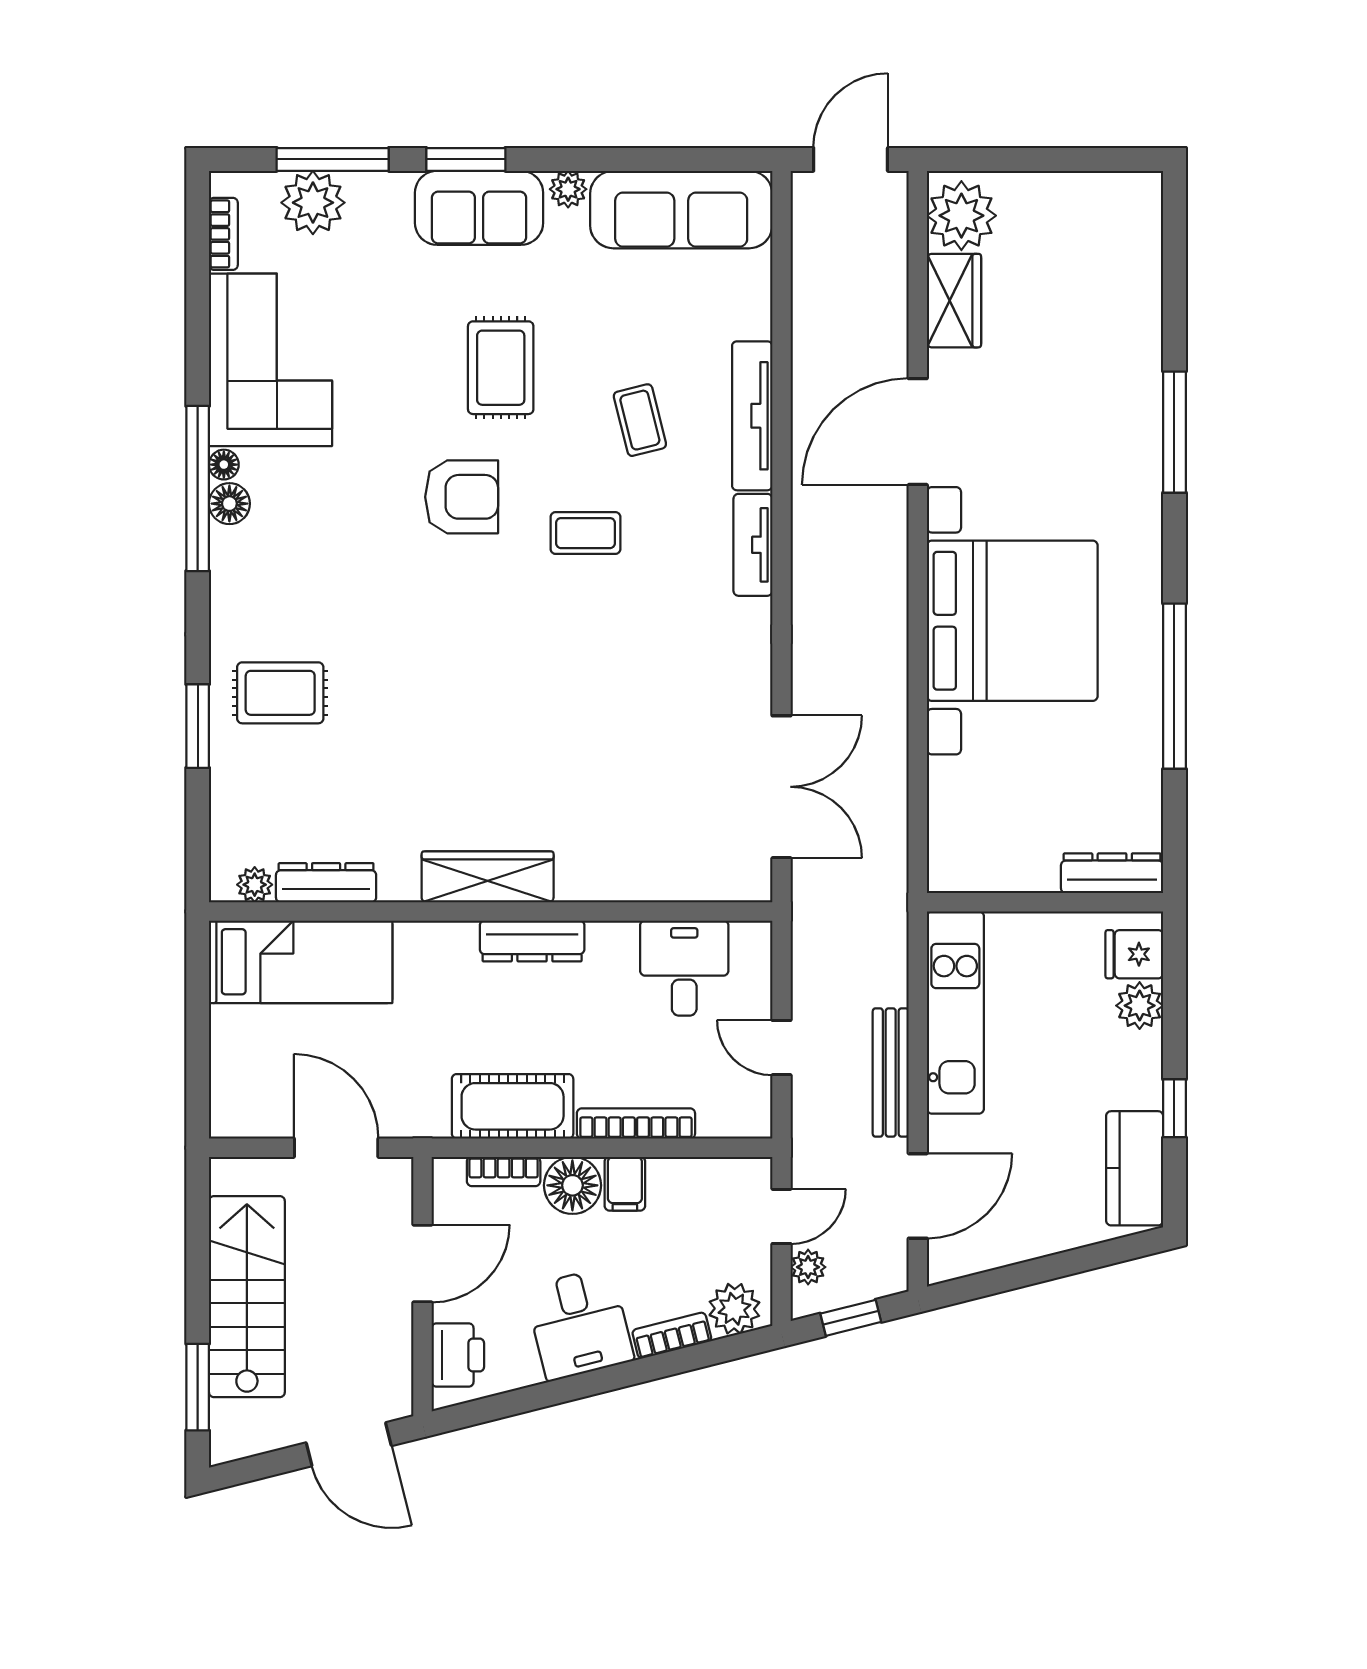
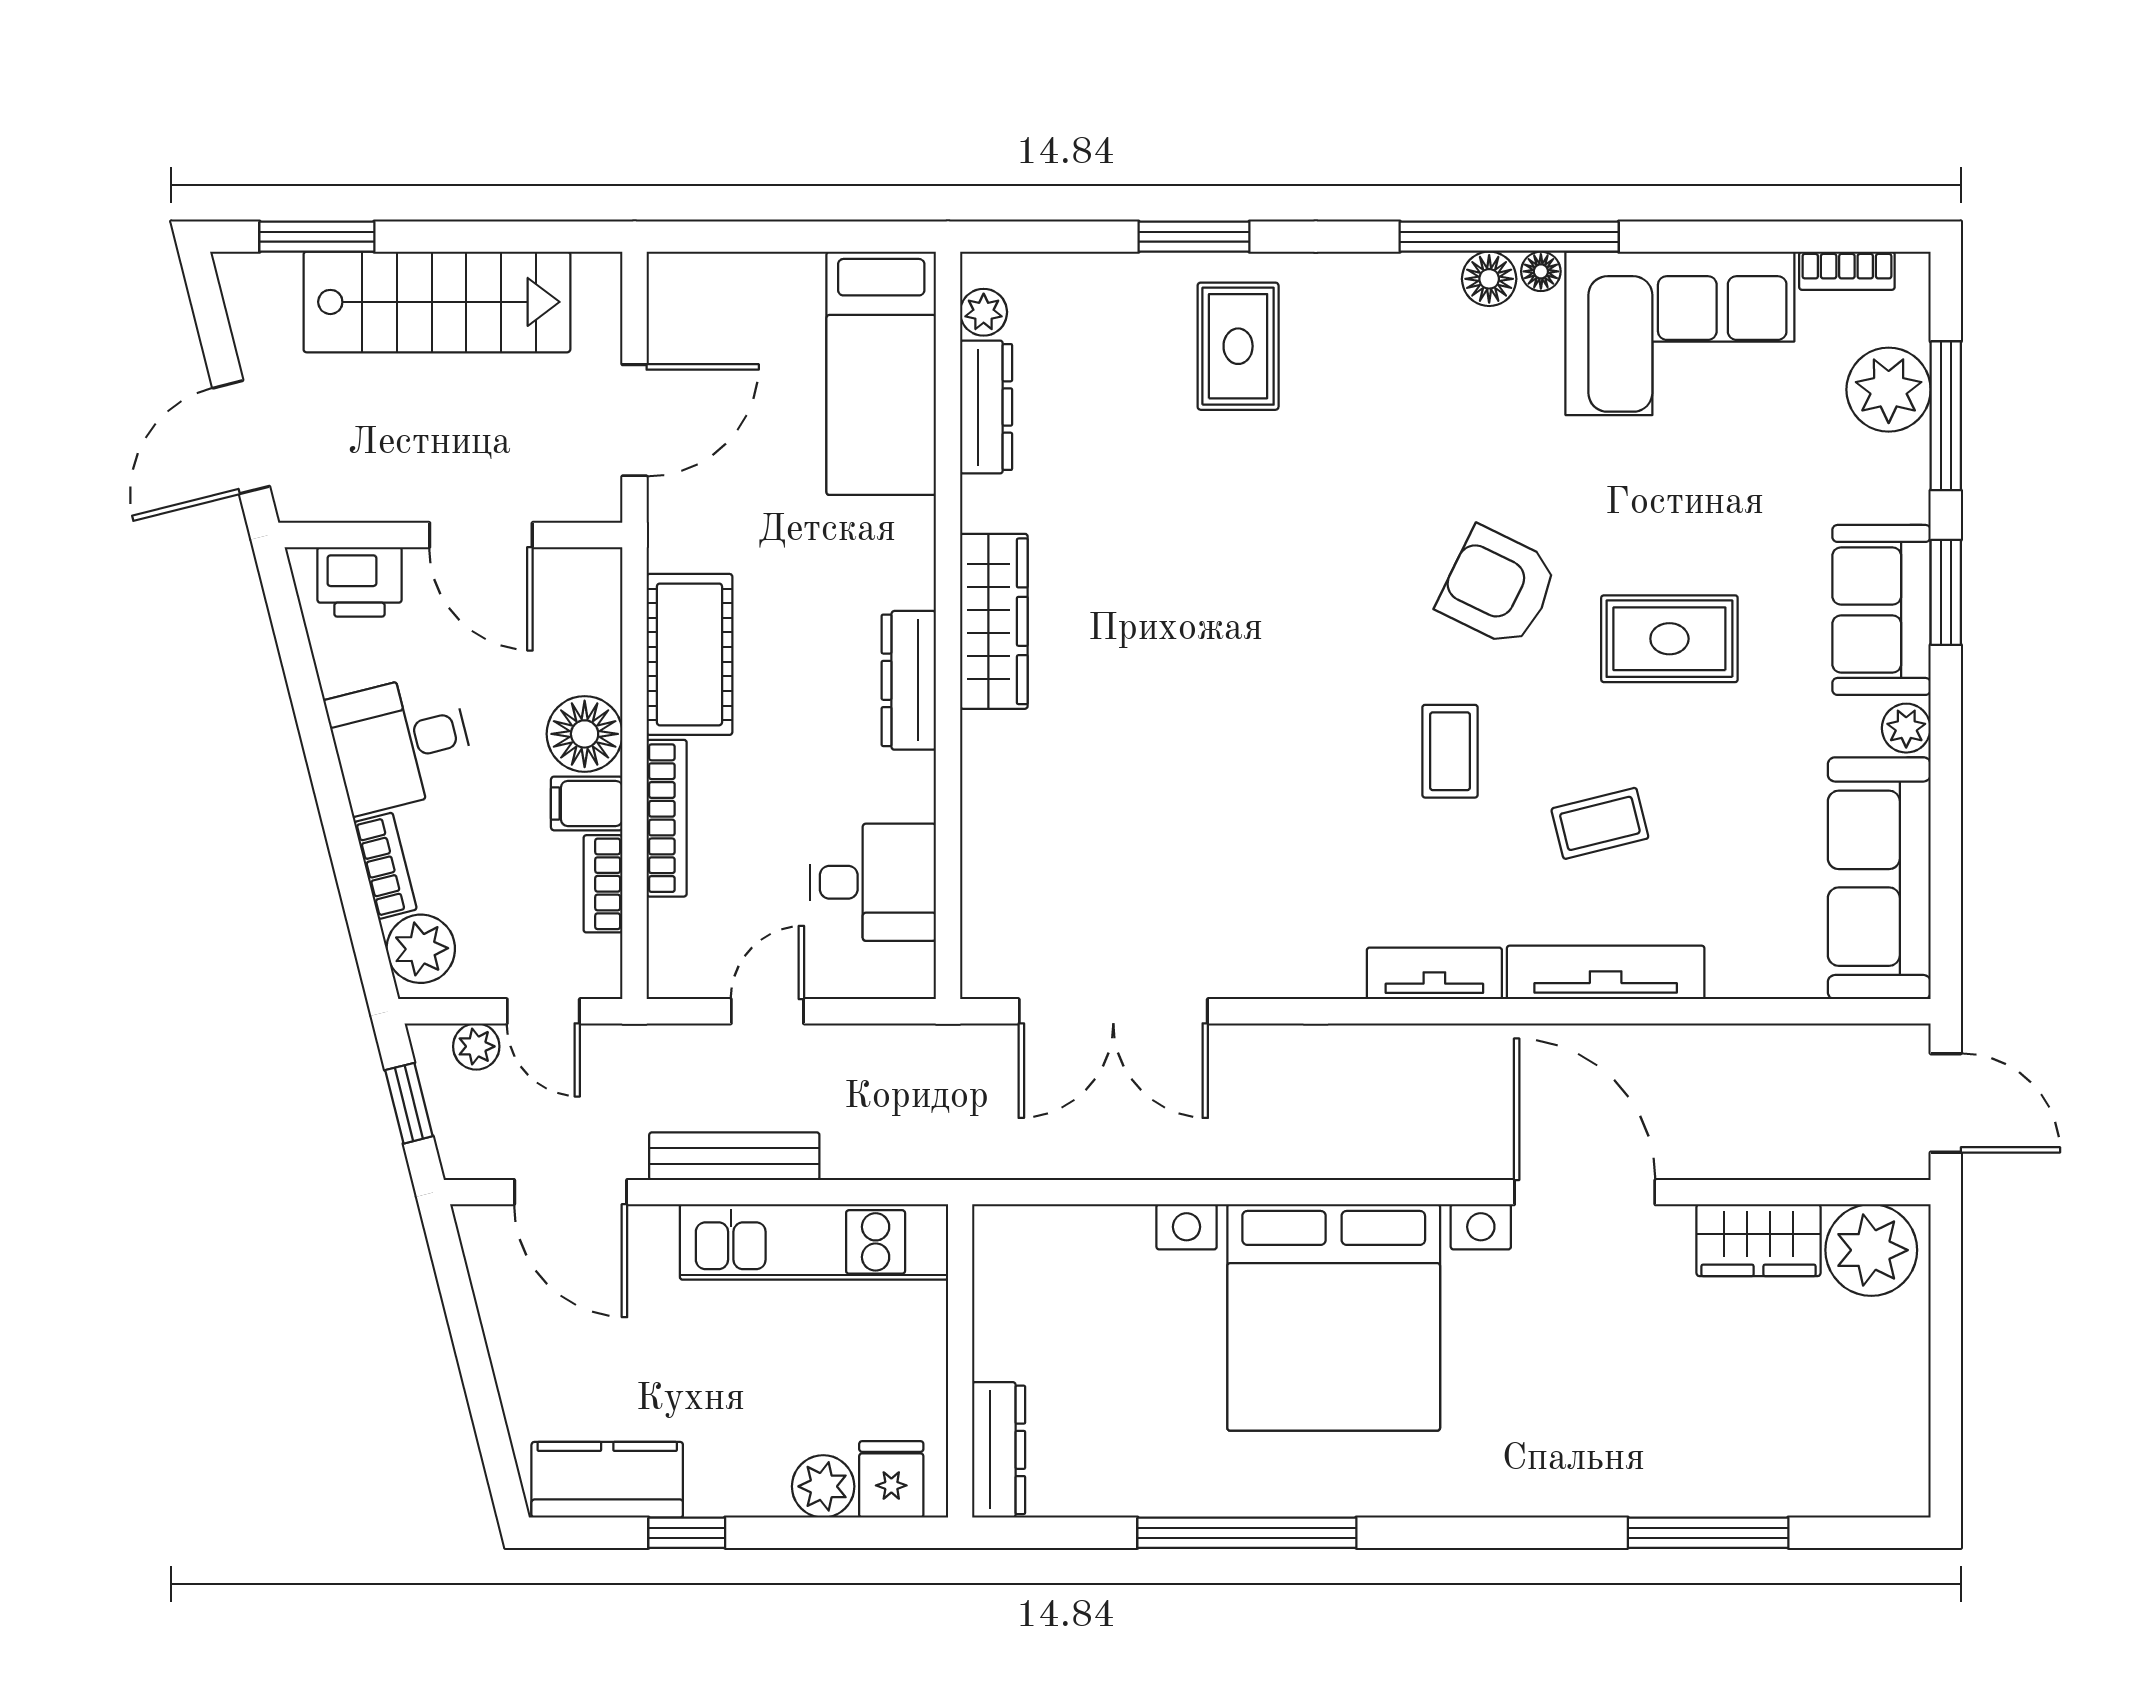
window: (1174, 432) -> (1708, 1533), moved
armchair: (462, 497) -> (1498, 587), turned 116
bookcase: (504, 1171) -> (603, 884), moved

